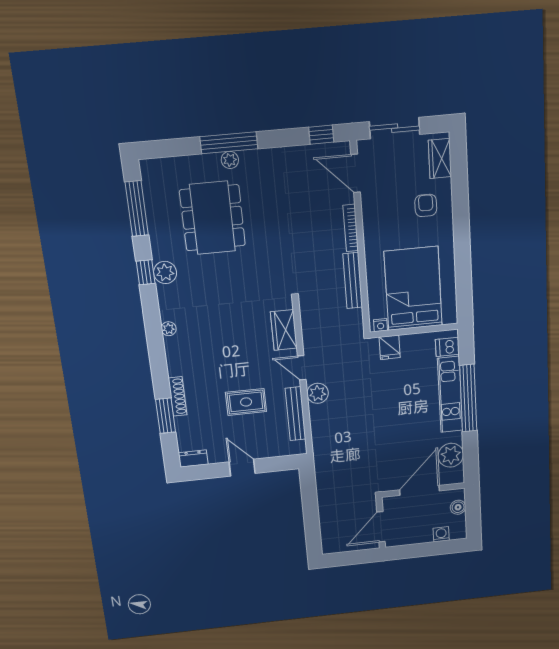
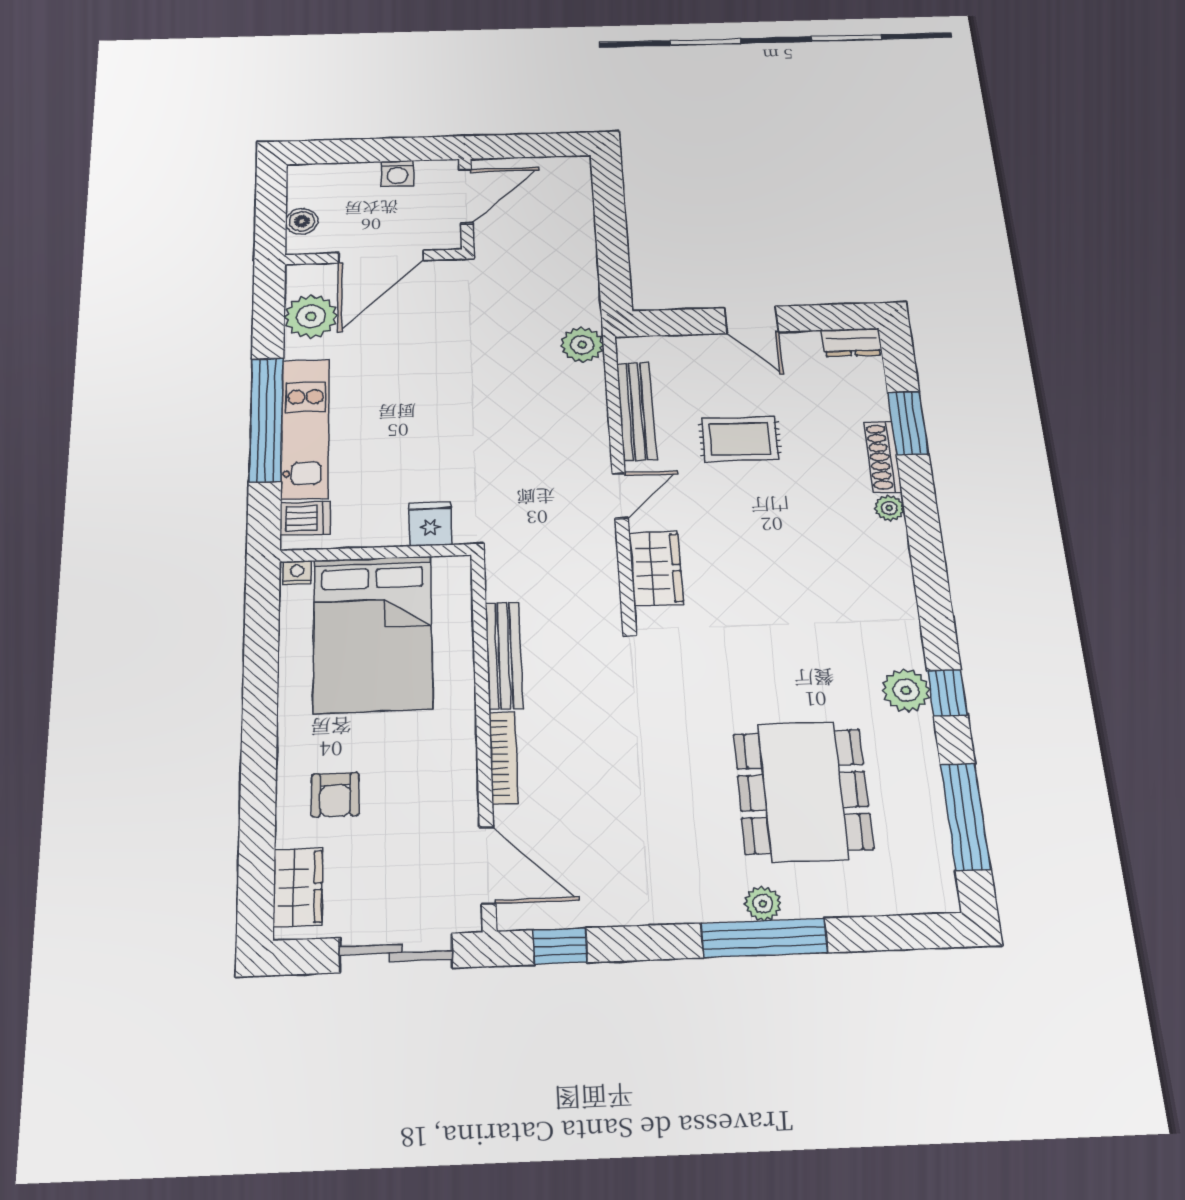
nightstand: (381, 325) -> (297, 573), moved
plant: (169, 329) -> (889, 508), moved
door: (302, 368) -> (620, 495), hinge flipped
plant: (318, 393) -> (582, 345), moved
washing machine: (441, 534) -> (397, 173), moved

